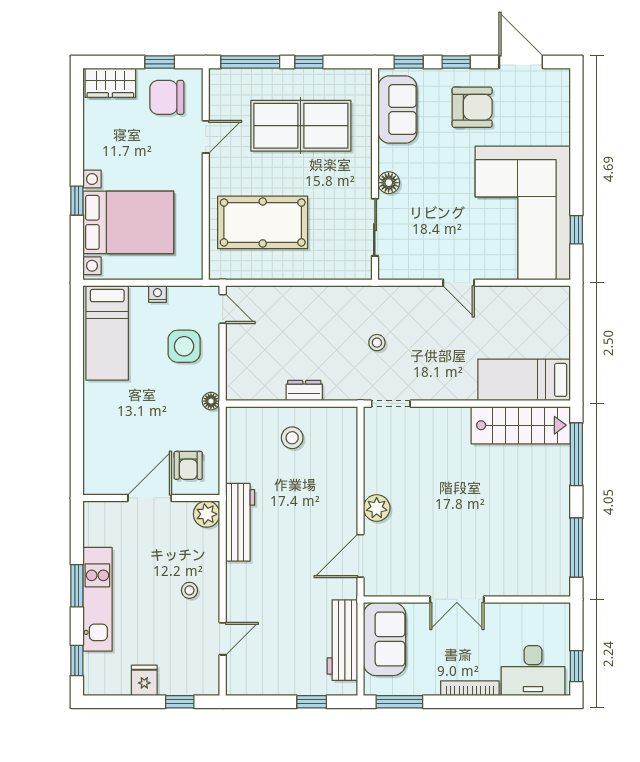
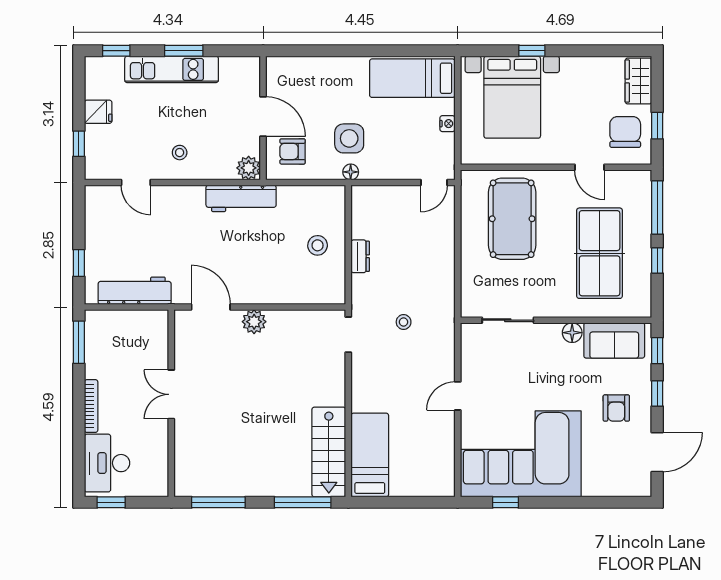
armchair: (472, 107) -> (616, 408), width x0.72, depth x0.72
floor lamp: (389, 183) -> (572, 333), moved
side table: (184, 346) -> (349, 138), moved
sofa: (385, 639) -> (136, 329), removed

